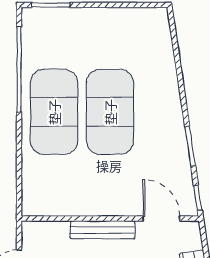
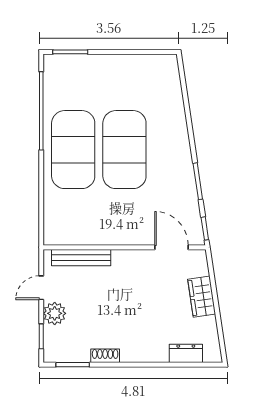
bench: (102, 230) -> (81, 258), moved

